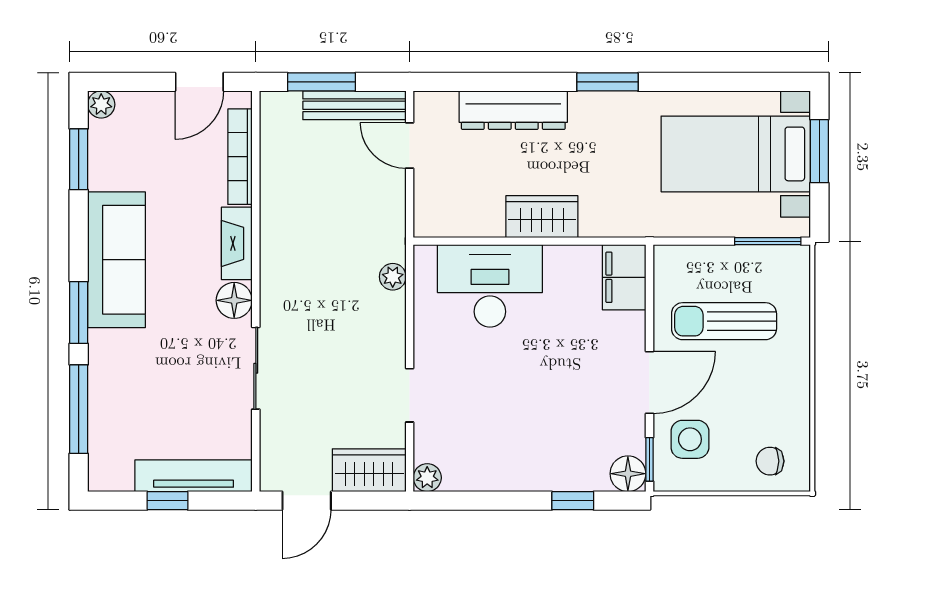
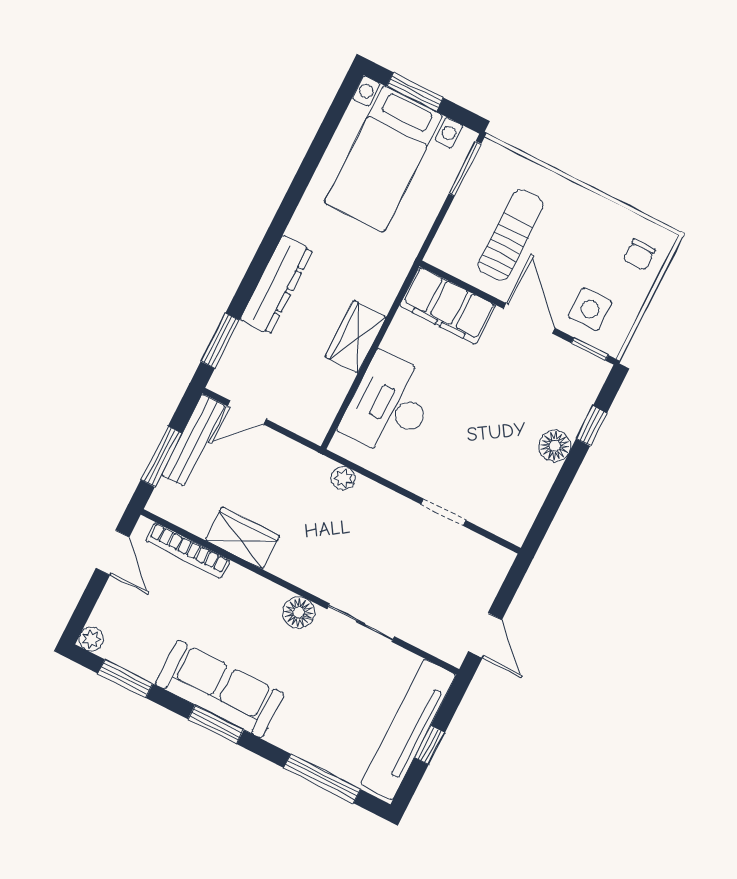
window: (608, 82) -> (220, 341), moved
dresser: (513, 110) -> (276, 285), moved
fireplace: (237, 243) -> (255, 588), removed
filing cabinet: (624, 277) -> (448, 306), width x1.50, depth x1.17
window: (79, 313) -> (216, 725), moved
sun lounger: (724, 321) -> (511, 235), turned 180
wardrobe: (369, 470) -> (242, 538), moved, turned 90
floor lamp: (628, 474) -> (555, 446), moved
tv unit: (194, 476) -> (408, 729), width x1.36, depth x1.29
plant: (427, 478) -> (515, 531), removed

